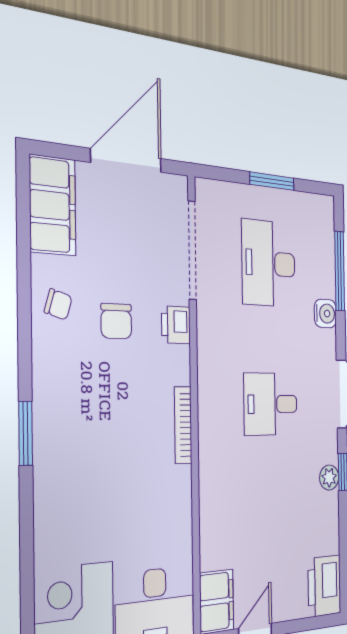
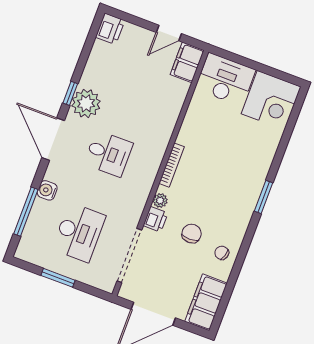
plant: (180, 359) -> (160, 200), added
plant: (329, 478) -> (86, 103), width x1.87, depth x1.87
printer: (325, 586) -> (110, 29), width x0.73, depth x0.84

